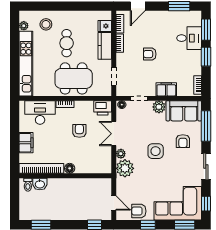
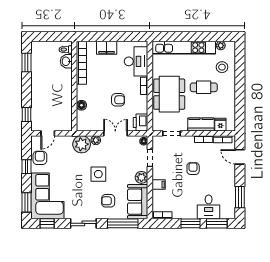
filing cabinet: (166, 89) -> (159, 185), width x0.50
floor lamp: (70, 168) -> (81, 105), moved

